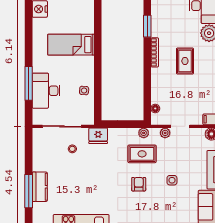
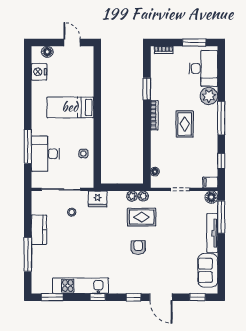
plant: (165, 133) -> (132, 196), moved
side table: (172, 180) -> (172, 244), removed
kitchen counter: (40, 187) -> (39, 230), moved

